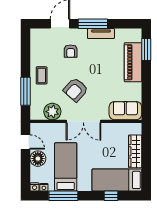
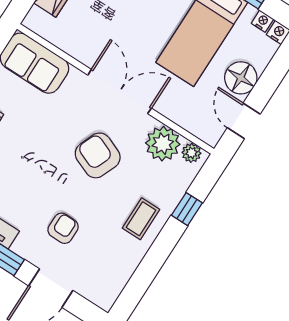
armchair: (76, 90) -> (98, 155), turned -110
window: (25, 91) -> (187, 209), width x0.46
plant: (38, 115) -> (191, 153), added

